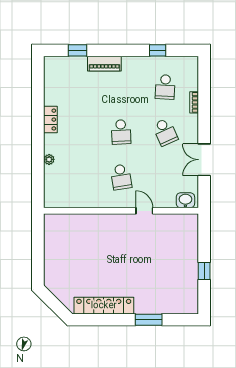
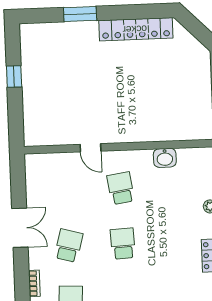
school desk: (165, 132) -> (69, 246), turned 39
double door: (204, 160) -> (20, 228), moved
washbasin: (185, 200) -> (165, 158), moved

